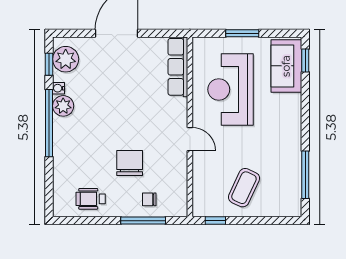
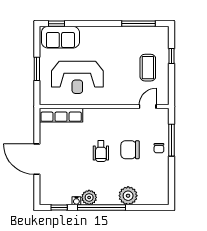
plant: (66, 59) -> (128, 196), moved
door: (190, 139) -> (148, 107), moved
coffee table: (244, 188) -> (148, 68), turned 65
wheelchair: (91, 199) -> (101, 151), moved
chair: (149, 199) -> (159, 148), moved
window: (215, 221) -> (171, 56), moved

